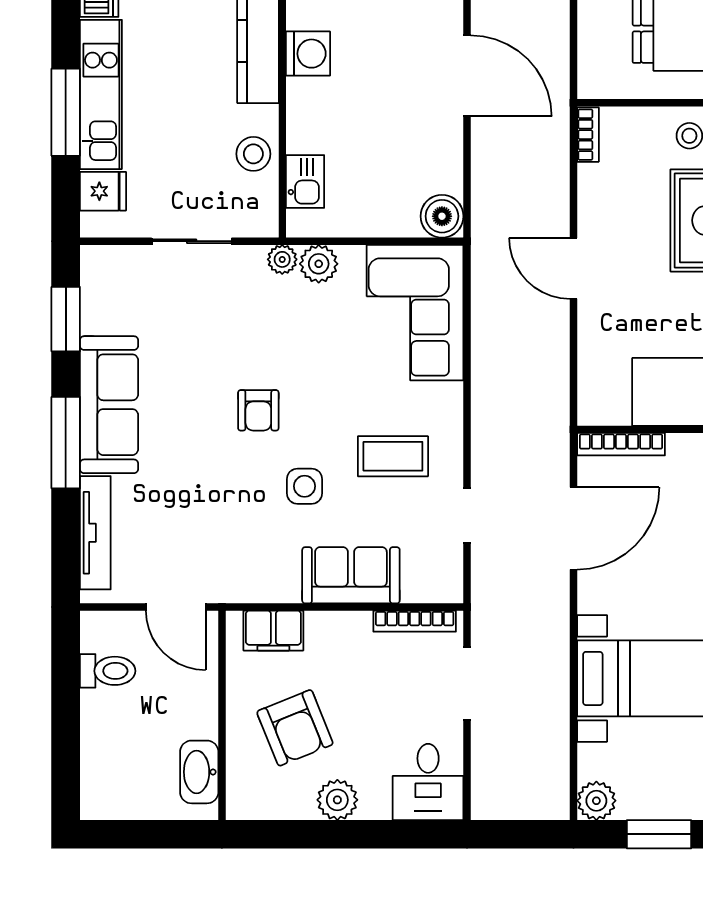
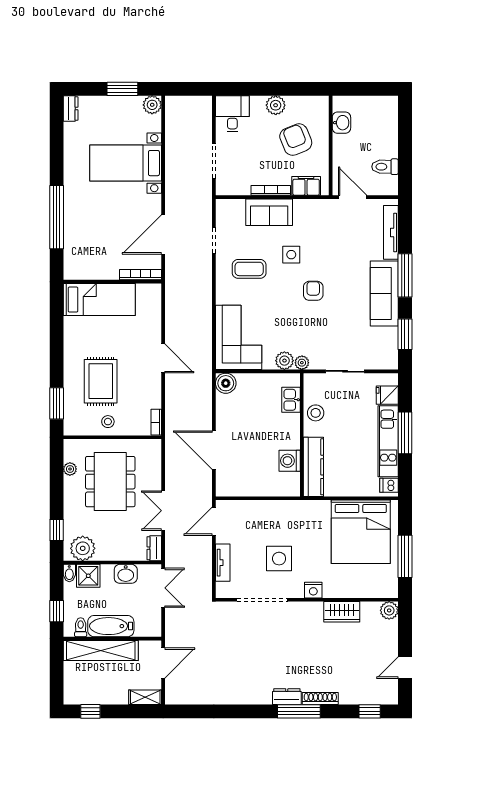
bookcase: (415, 621) -> (271, 190), moved
washbasin: (199, 772) -> (341, 123), width x0.72

